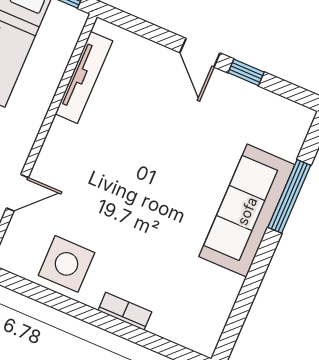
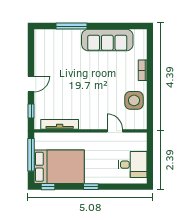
window: (246, 72) -> (31, 111), moved
sofa: (247, 211) -> (107, 40), moved

